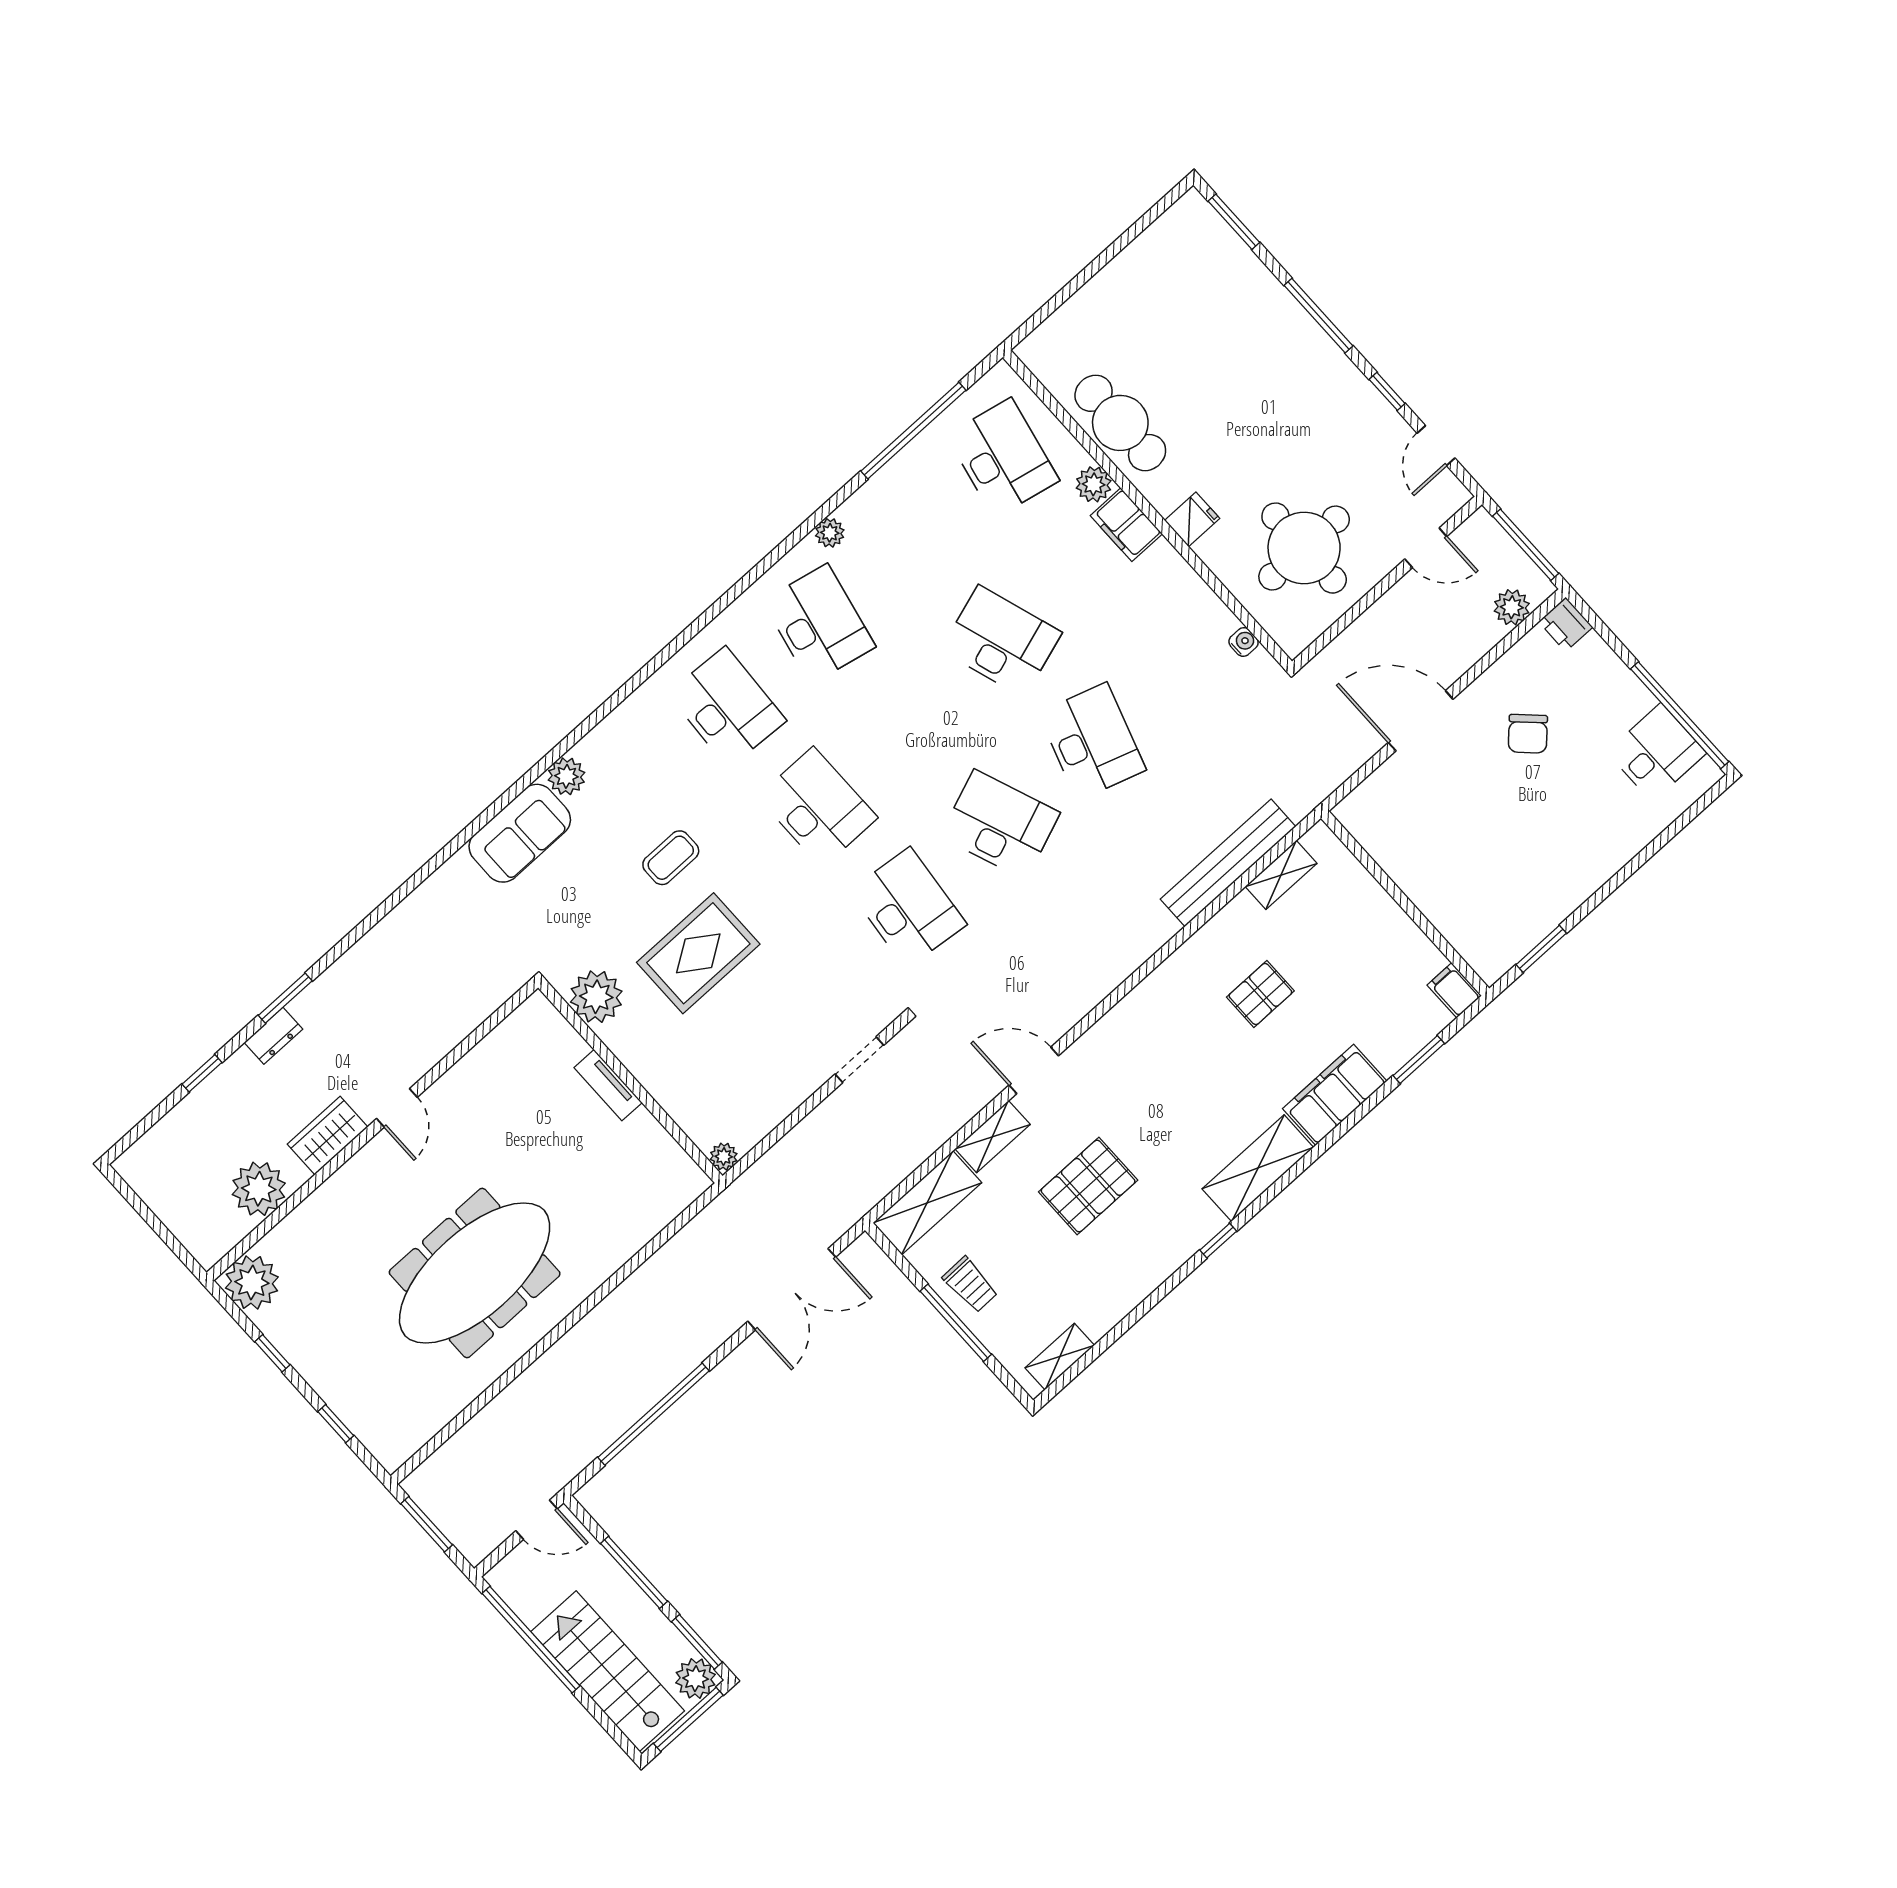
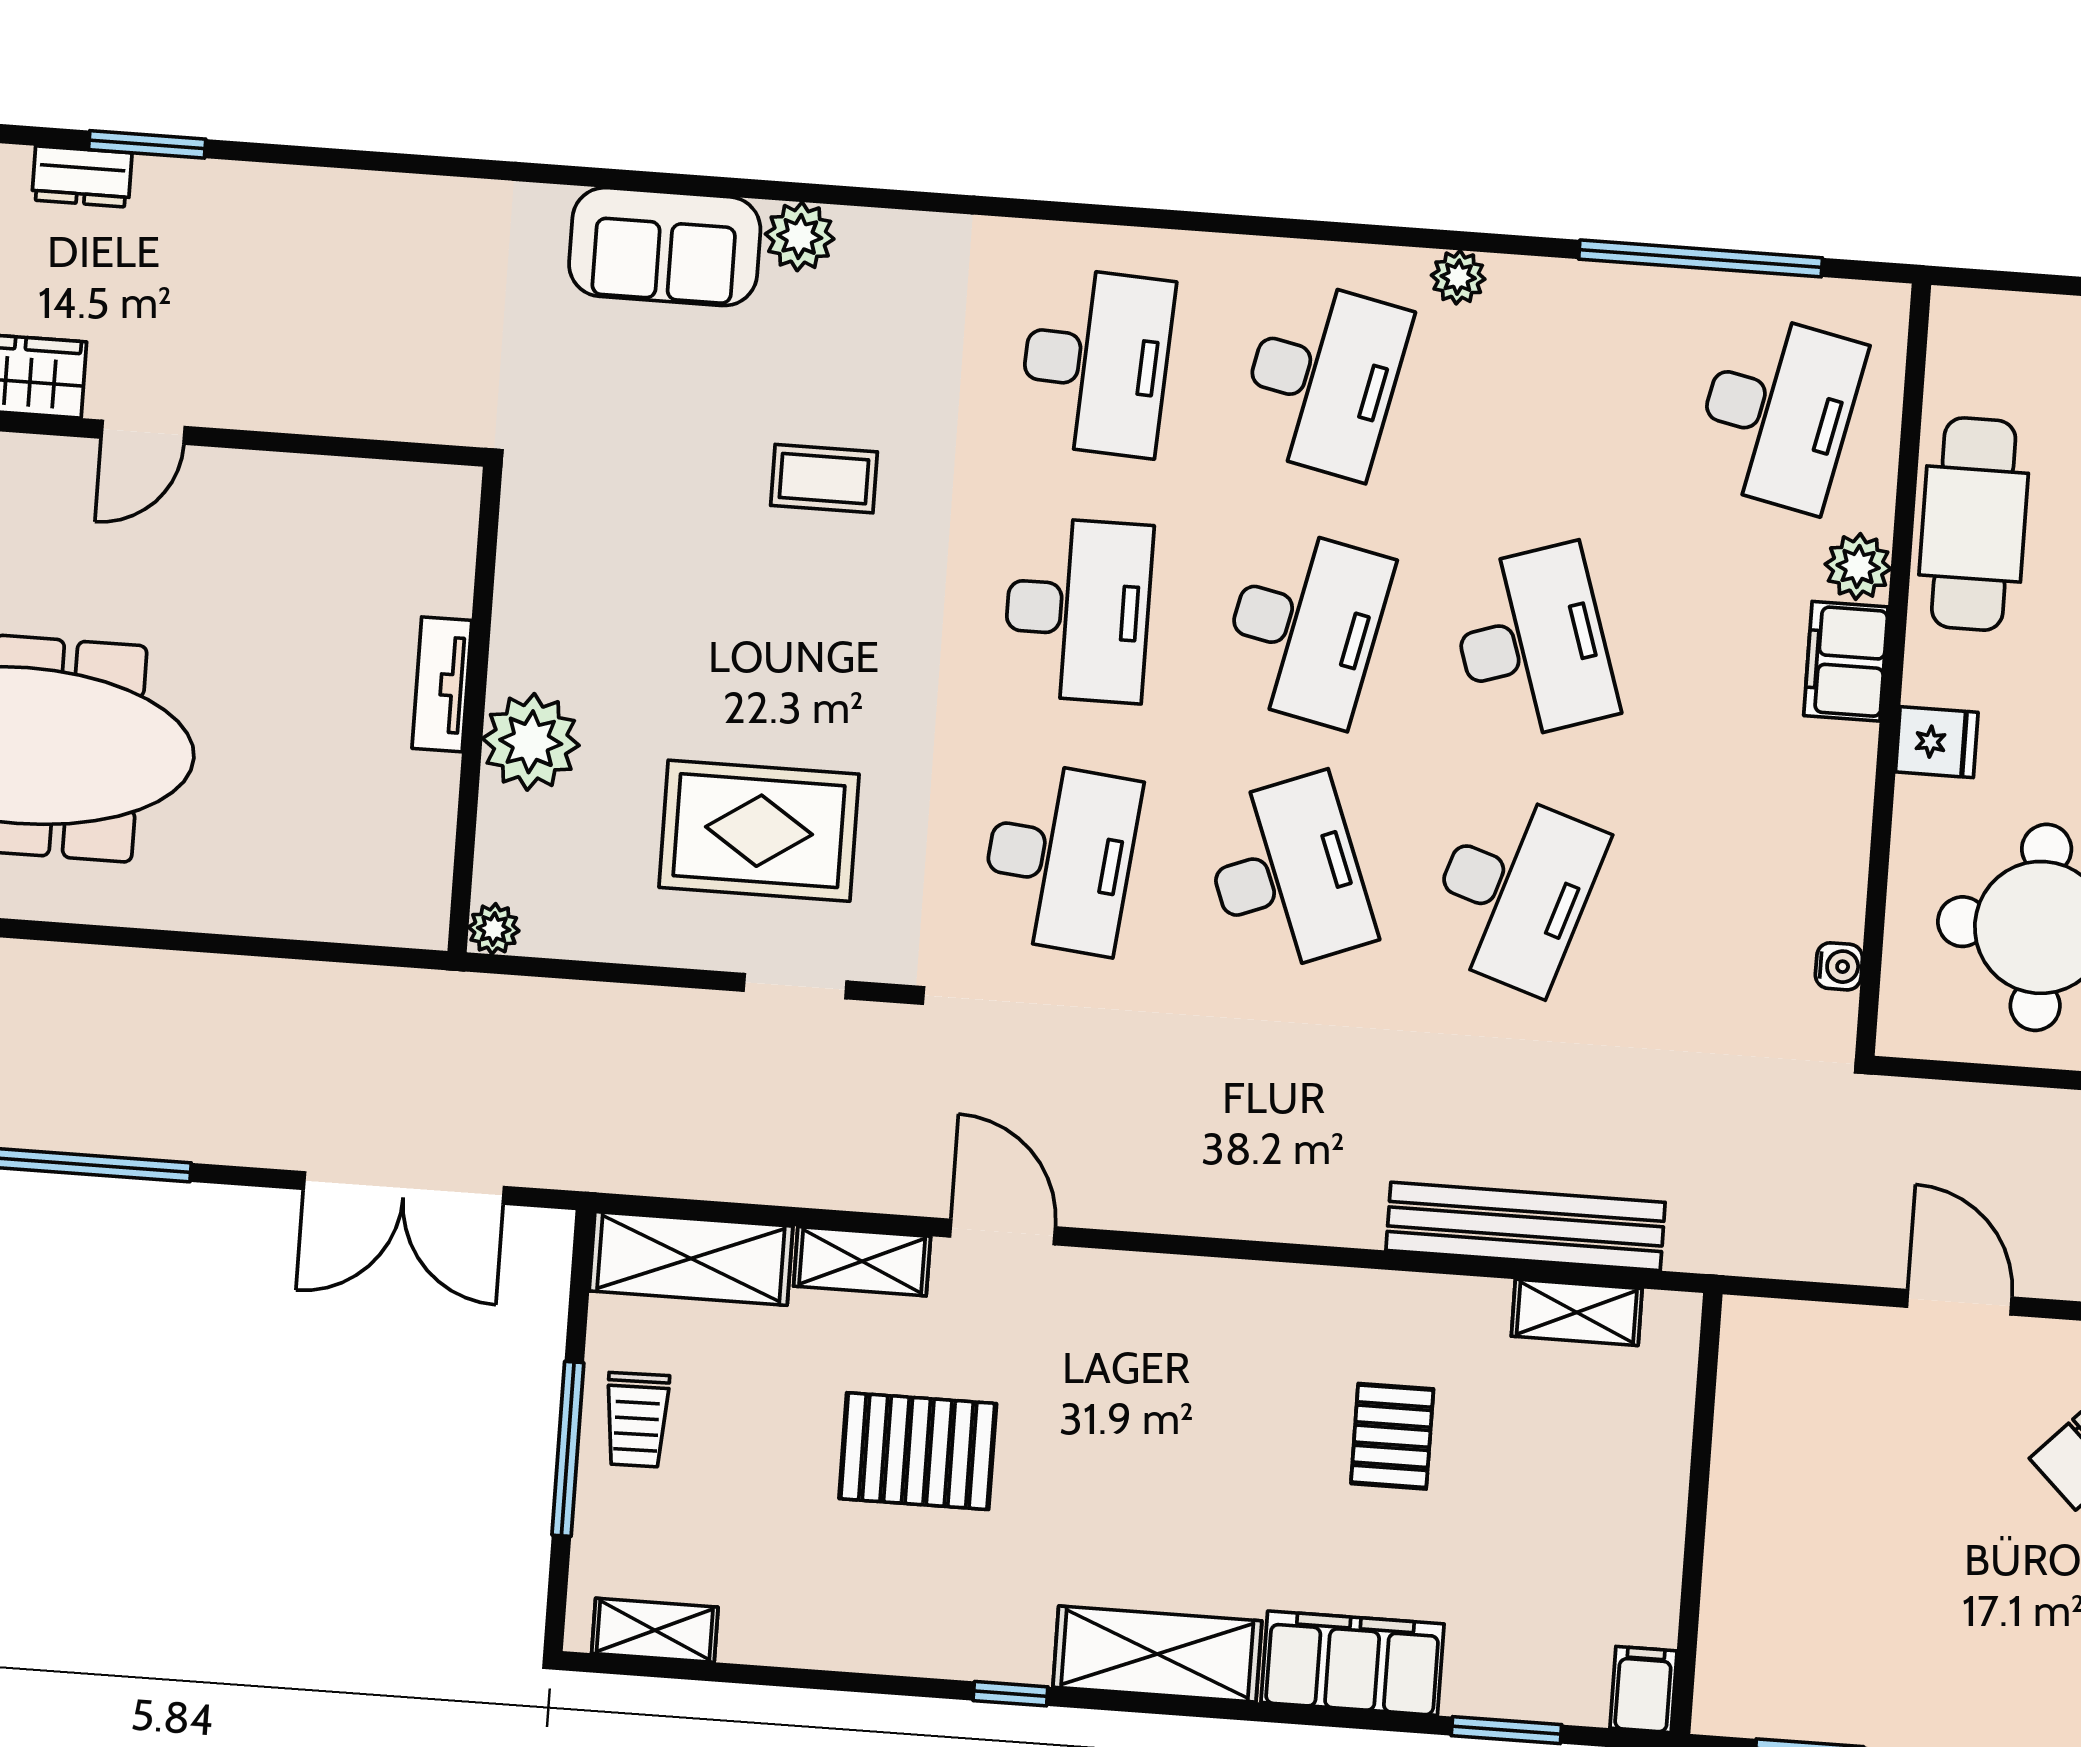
door: (1421, 721) -> (1959, 1302), width x0.73
desk: (909, 724) -> (1305, 626), added
rug: (698, 953) -> (759, 831), moved
pallet: (1260, 994) -> (1392, 1436), turned 90
plant: (596, 997) -> (531, 742), moved

